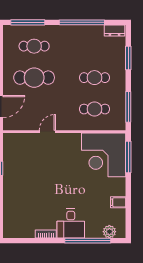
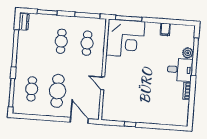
plant: (109, 232) -> (188, 53), moved

